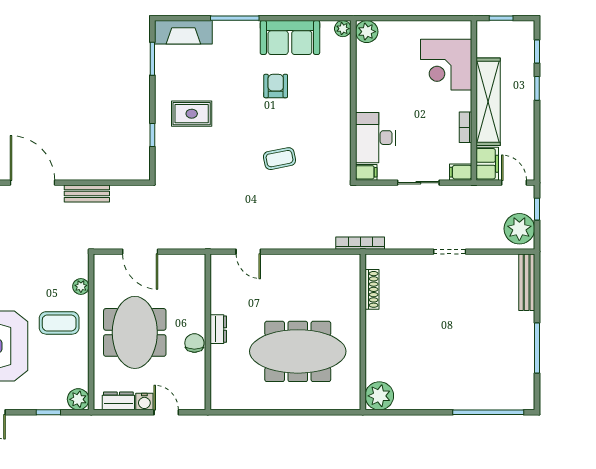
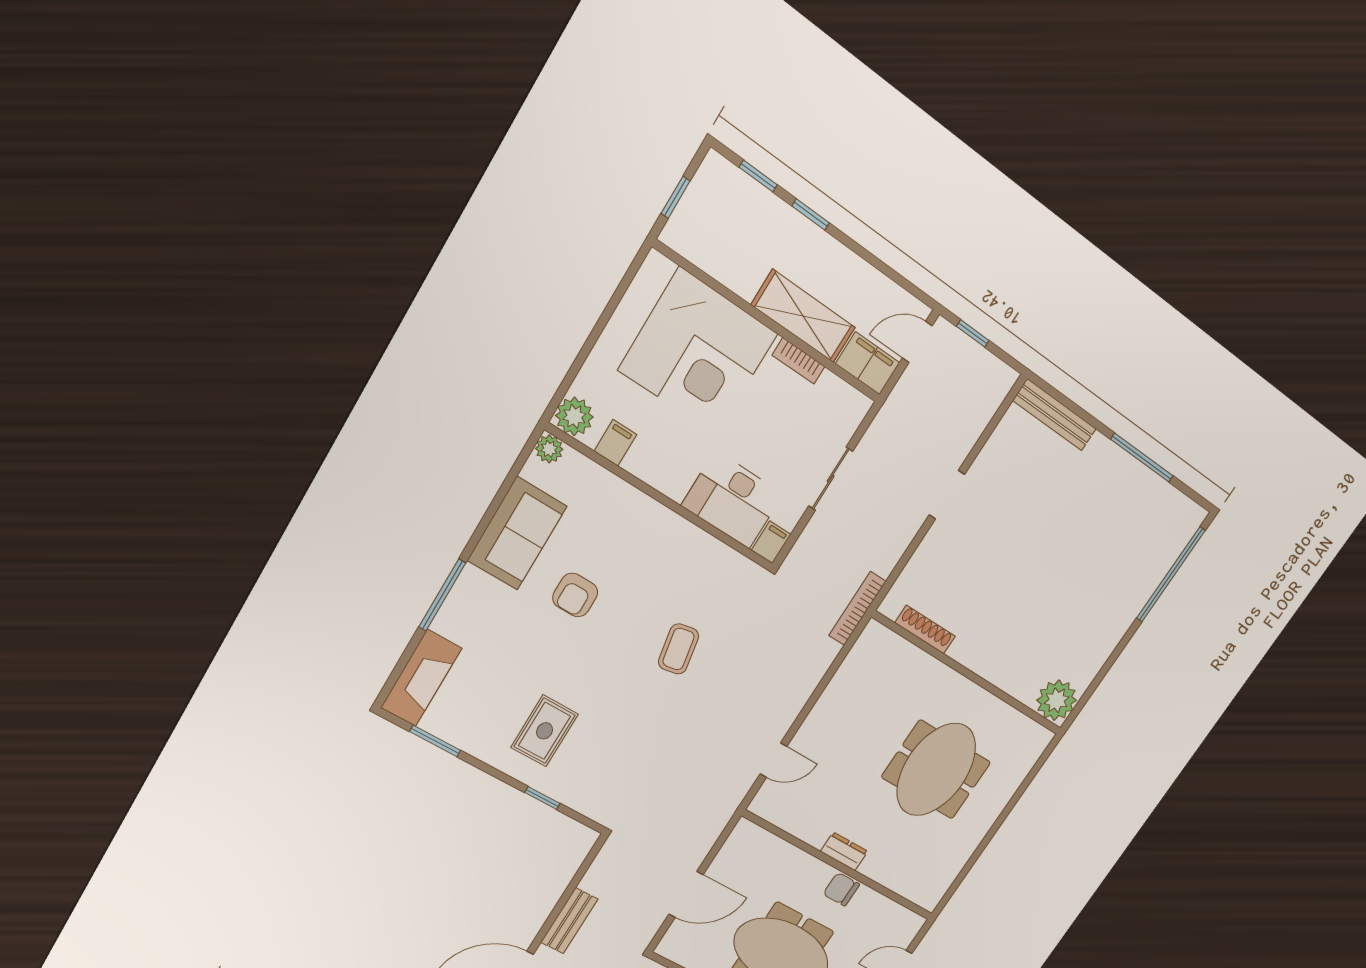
corner desk: (446, 65) -> (698, 352), width x1.36, depth x1.36
armchair: (276, 86) -> (575, 595), turned -90
shelving: (488, 102) -> (803, 316), width x0.68
filing cabinet: (461, 172) -> (615, 443), moved, turned 180
plant: (519, 229) -> (982, 377), removed
meeting table: (298, 351) -> (936, 770), width x0.73

